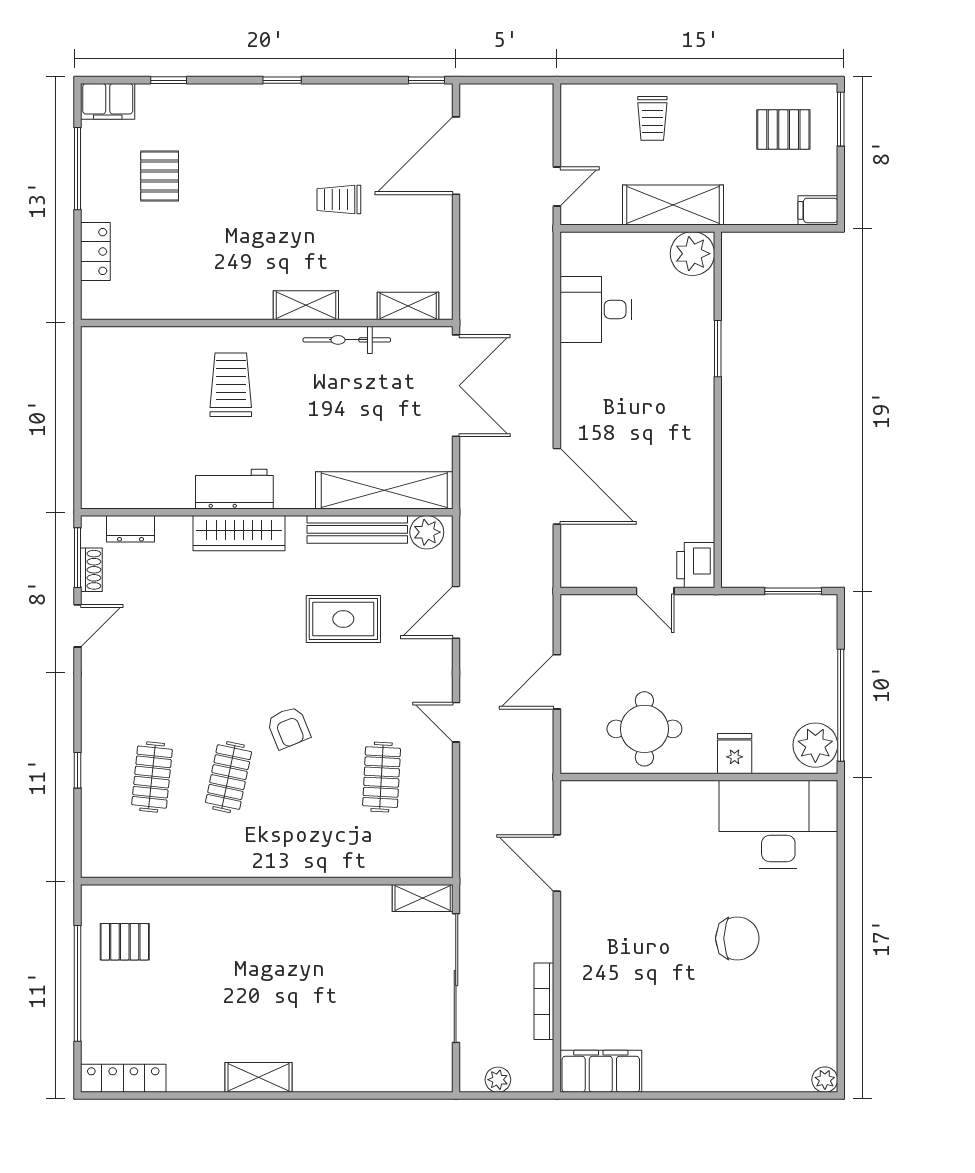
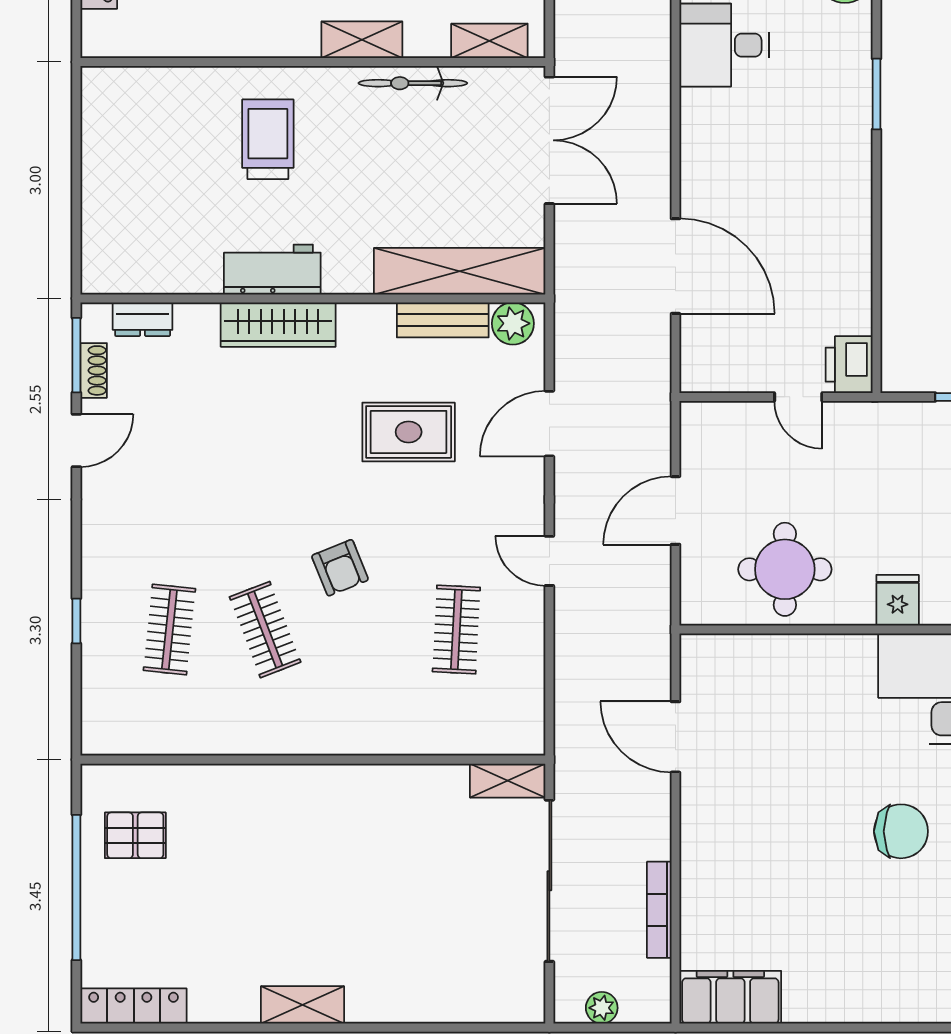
bench: (357, 529) -> (443, 320), width x0.73
clothes rail: (229, 777) -> (265, 630), turned -33

